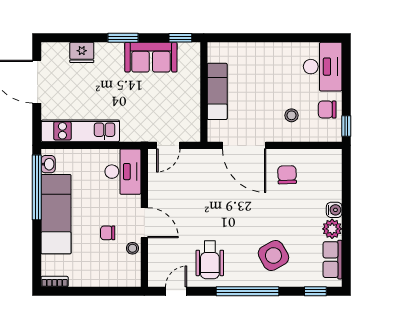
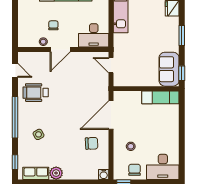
sofa: (151, 57) -> (169, 69), moved
exam couch: (217, 91) -> (160, 97), moved
water cooler: (334, 210) -> (104, 174), moved
side table: (273, 256) -> (38, 134), width x0.54, depth x0.54

